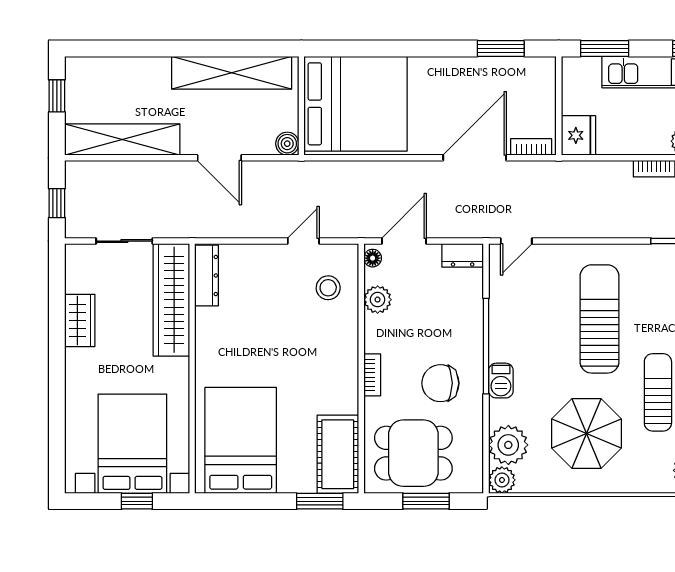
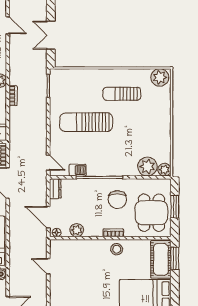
stool: (328, 288) -> (117, 249), moved
barbecue: (501, 381) -> (78, 170), moved
parasol: (586, 433) -> (142, 129), removed
cot: (338, 454) -> (161, 259), moved, turned 90

